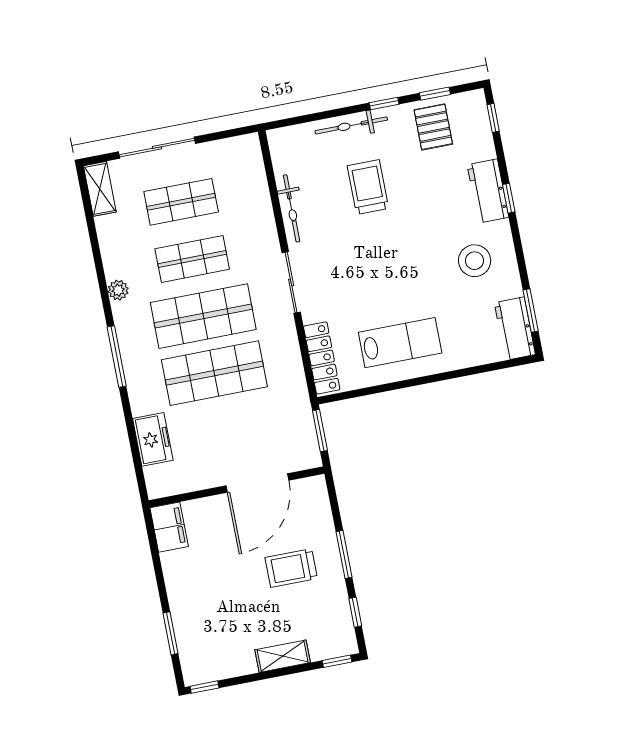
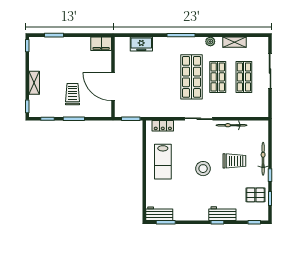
shelving: (100, 189) -> (235, 42), moved
stool: (475, 261) -> (203, 169), moved
locker: (322, 358) -> (163, 126), width x0.66
shop shelf: (214, 373) -> (165, 77), removed

